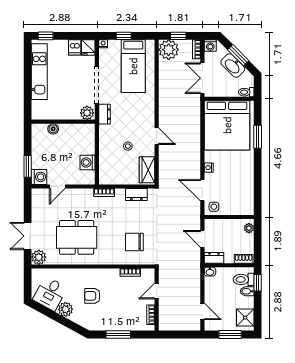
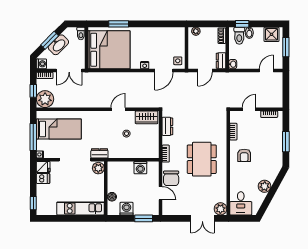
window: (124, 36) -> (33, 137), width x2.17
kitchen unit: (39, 72) -> (81, 208), moved
washing machine: (39, 177) -> (127, 209), moved
dining table: (77, 237) -> (202, 159), moved
chair: (134, 242) -> (171, 178), moved
door: (157, 291) -> (249, 109), swing flipped
desk: (50, 293) -> (241, 203), moved, turned 61
armchair: (92, 296) -> (244, 155), moved

